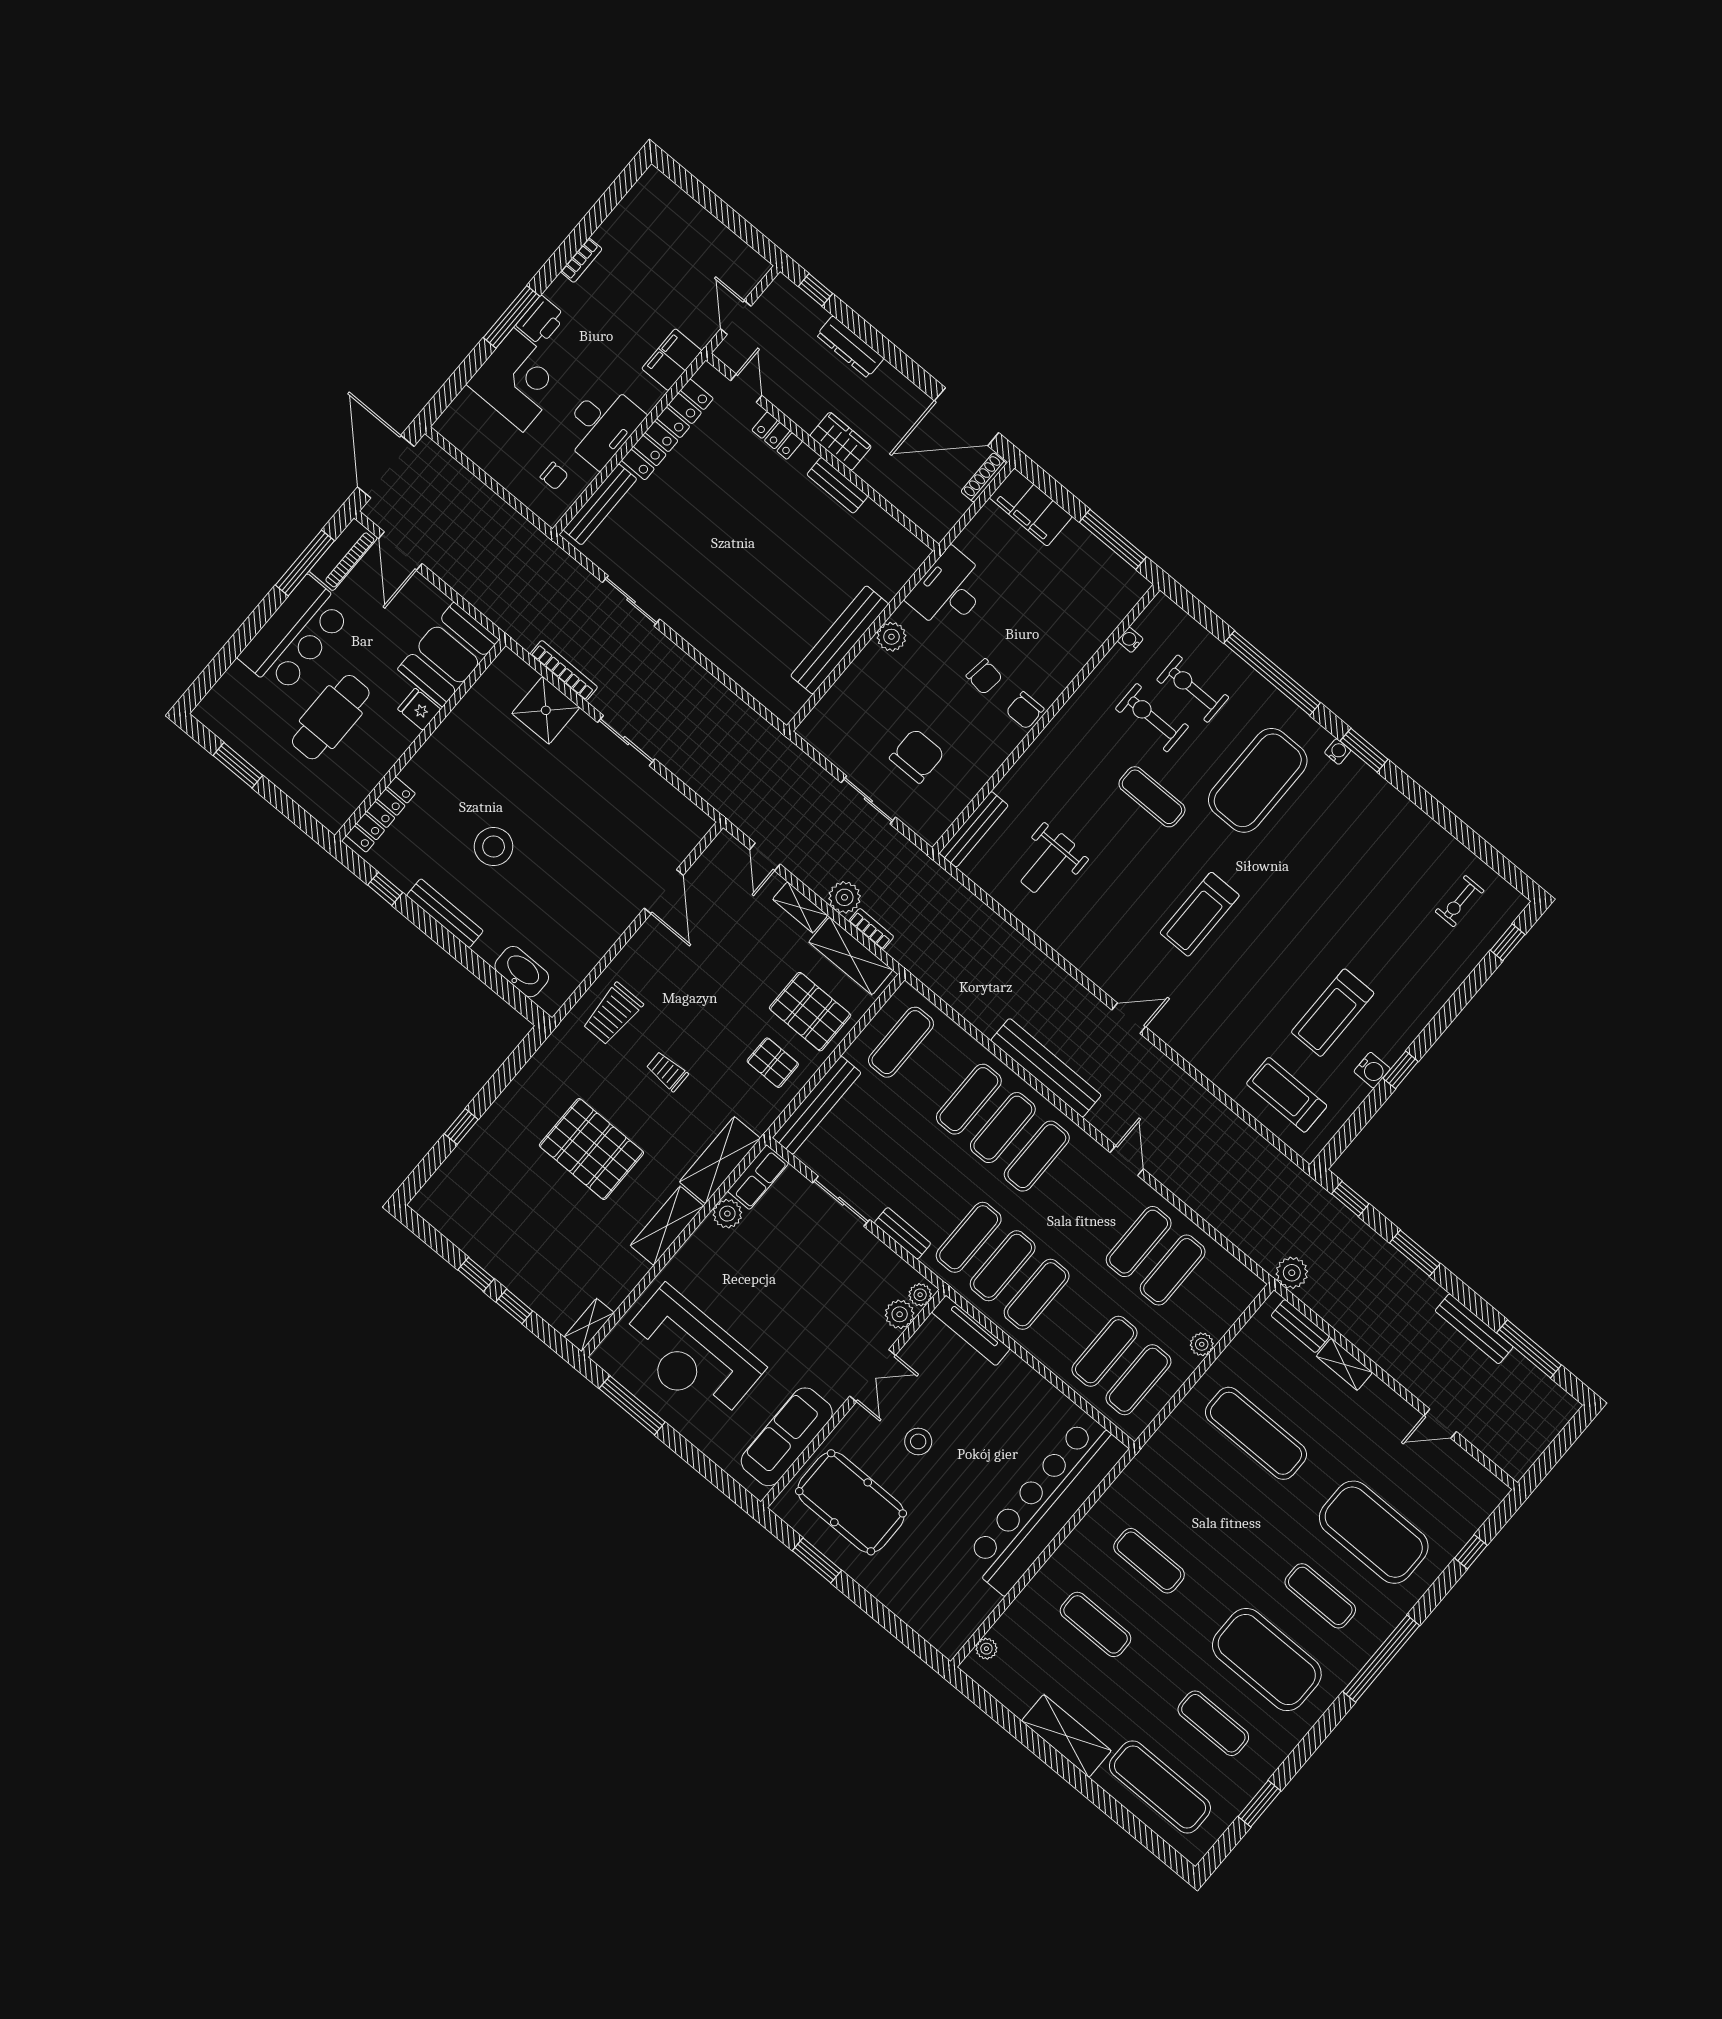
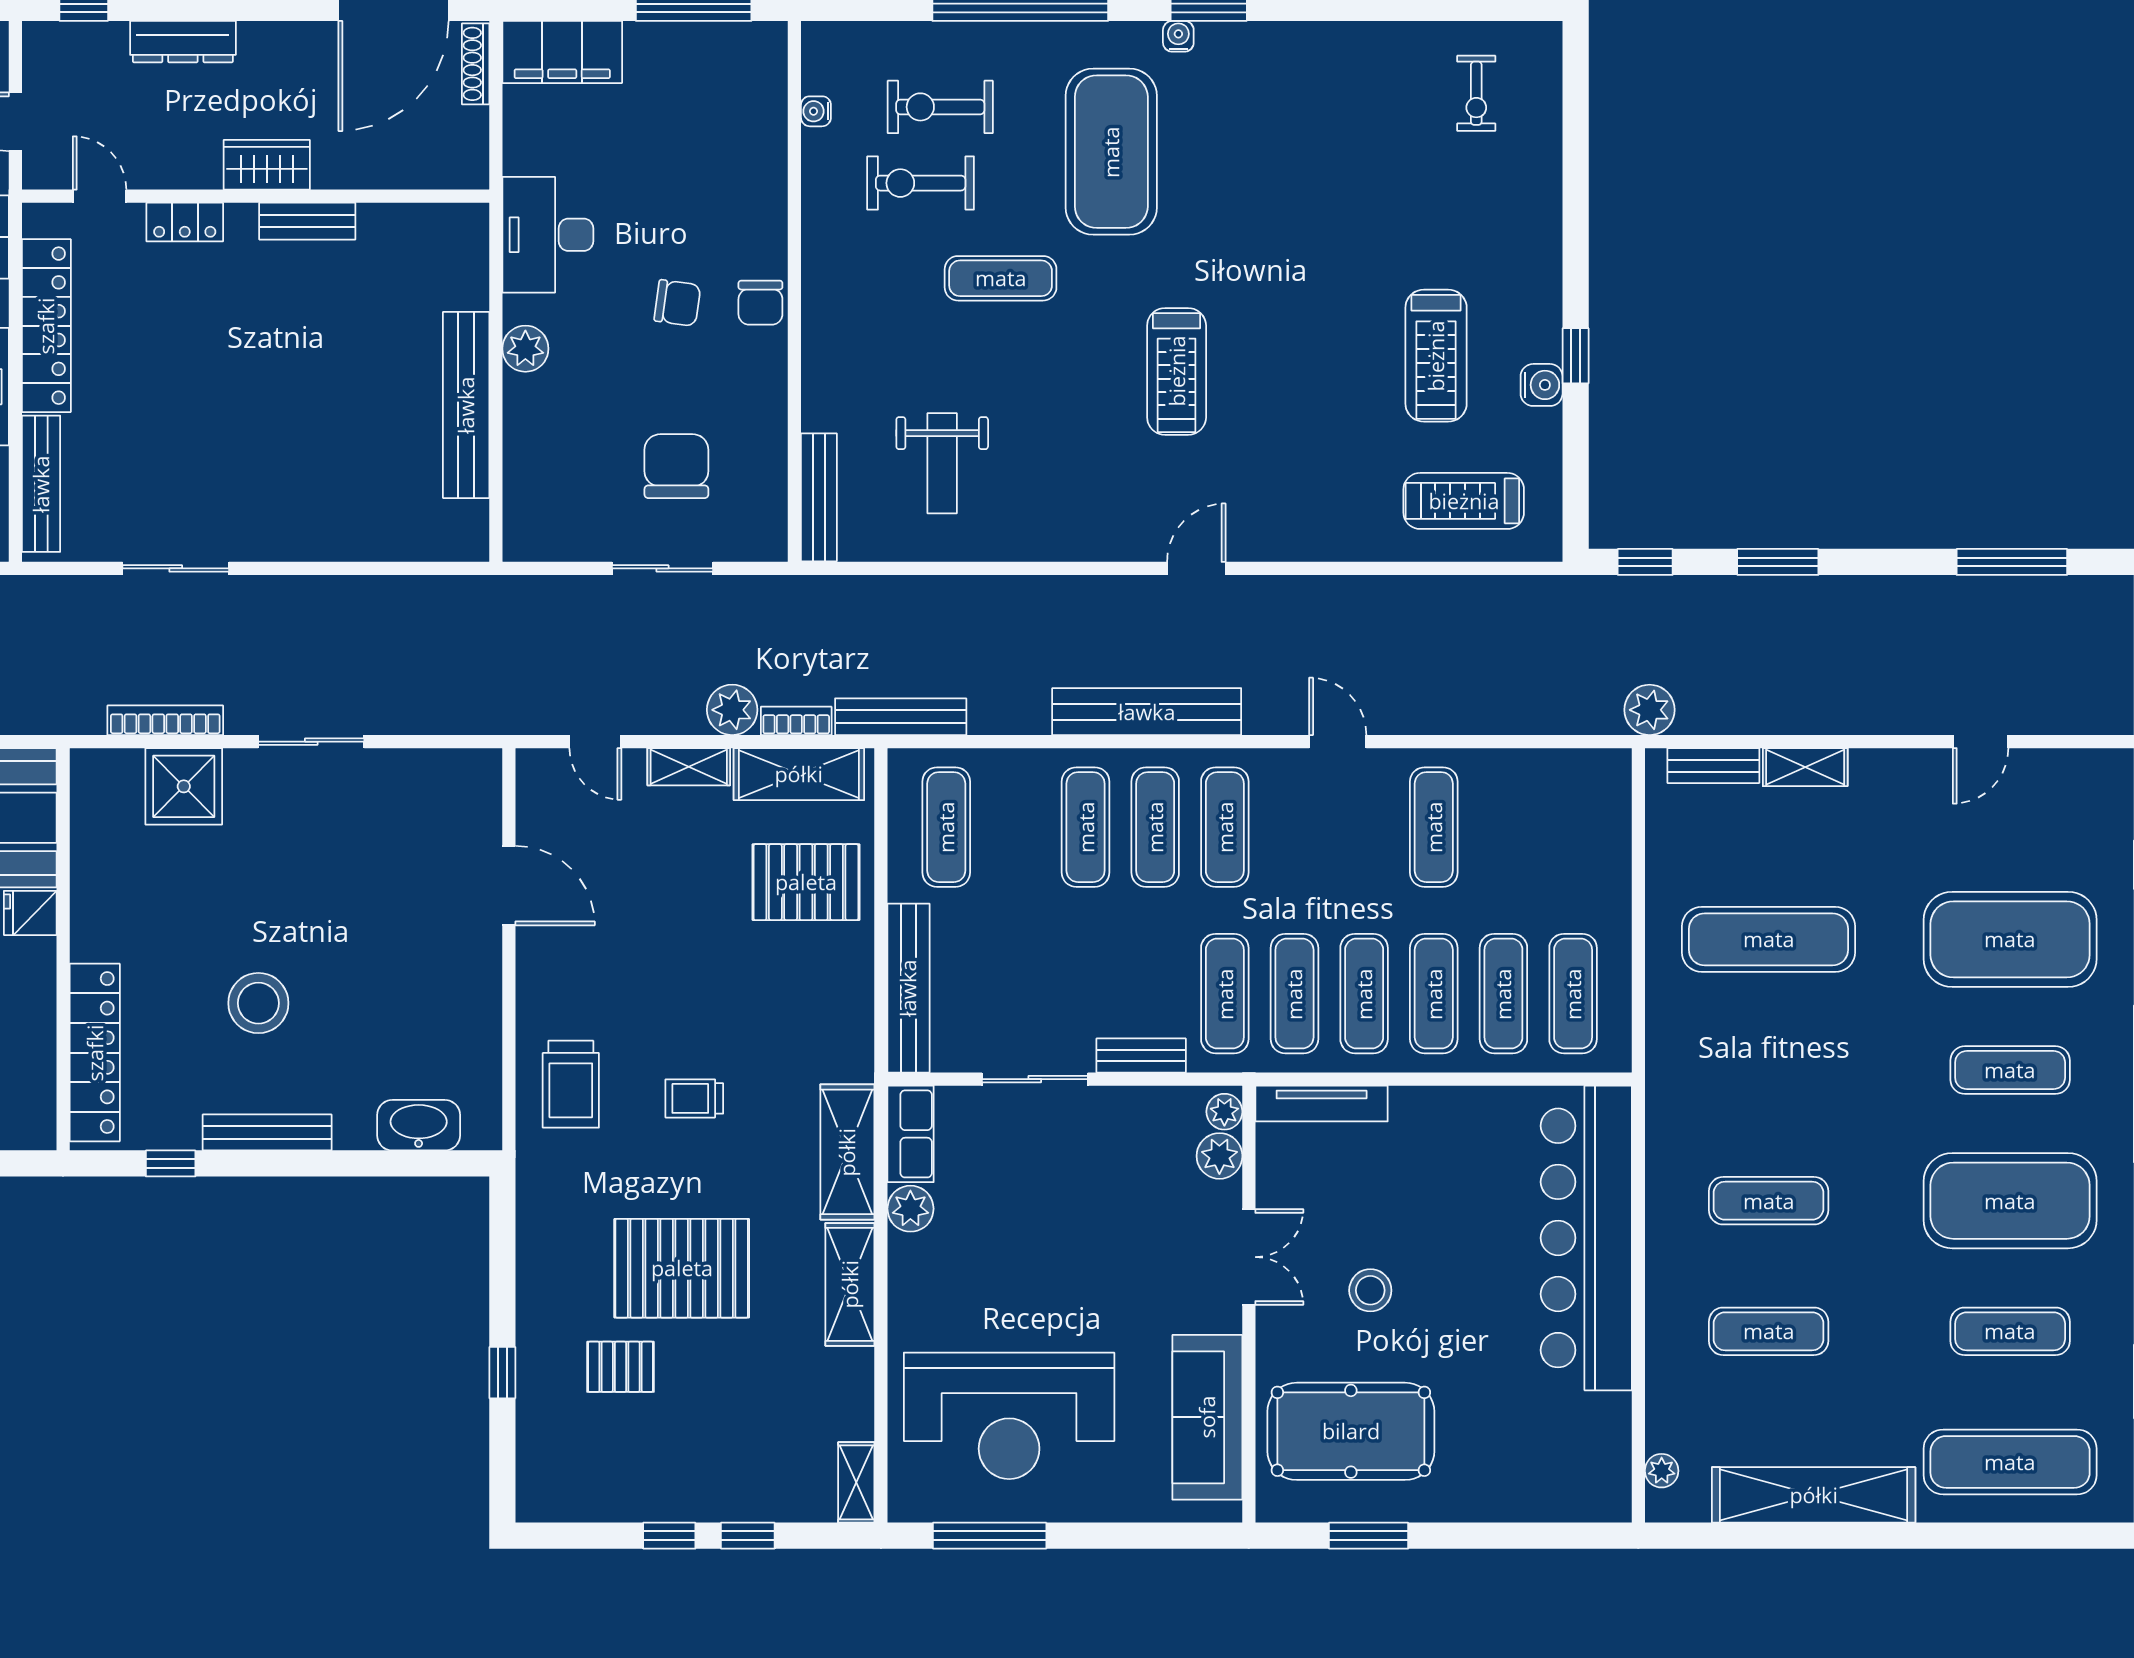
locker: (381, 815) -> (95, 1053), width x1.41, depth x1.21
window: (1508, 942) -> (1576, 94), removed
pallet: (773, 1063) -> (621, 1367), moved
exercise mat: (1173, 1270) -> (1434, 994), moved
bench: (1474, 1329) -> (901, 717), moved
plant: (1202, 1344) -> (1613, 887), removed
shelving: (1066, 1736) -> (1814, 1495), width x1.47

